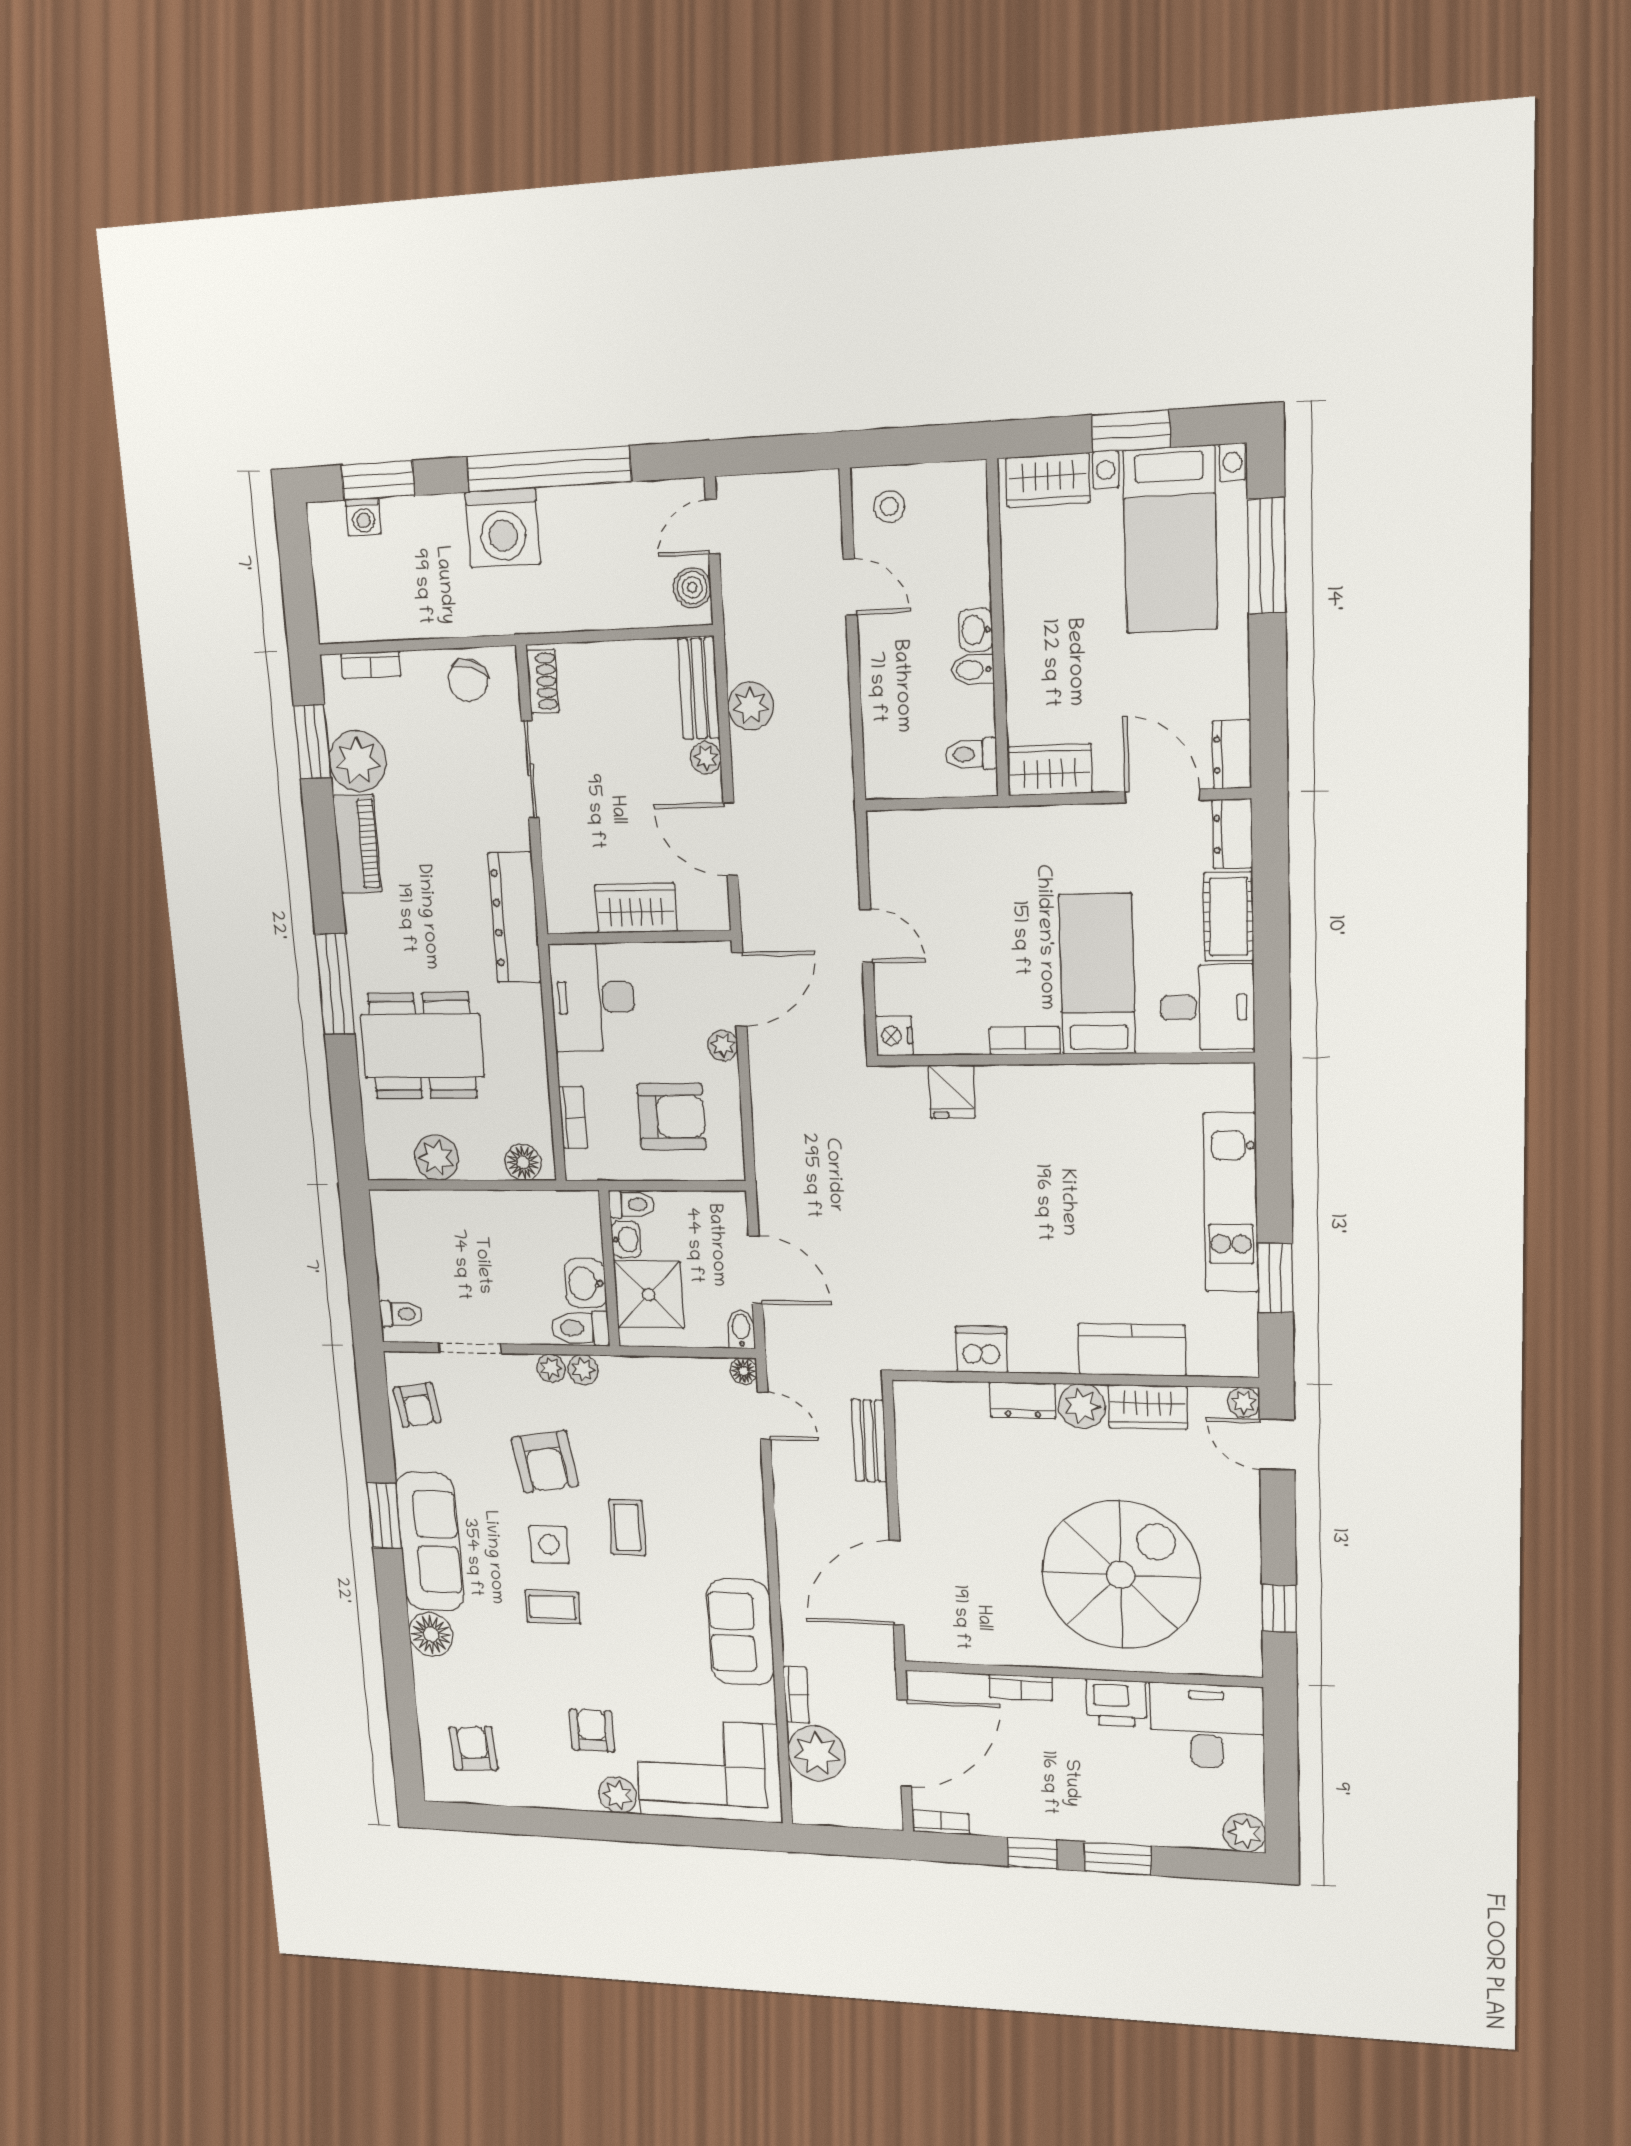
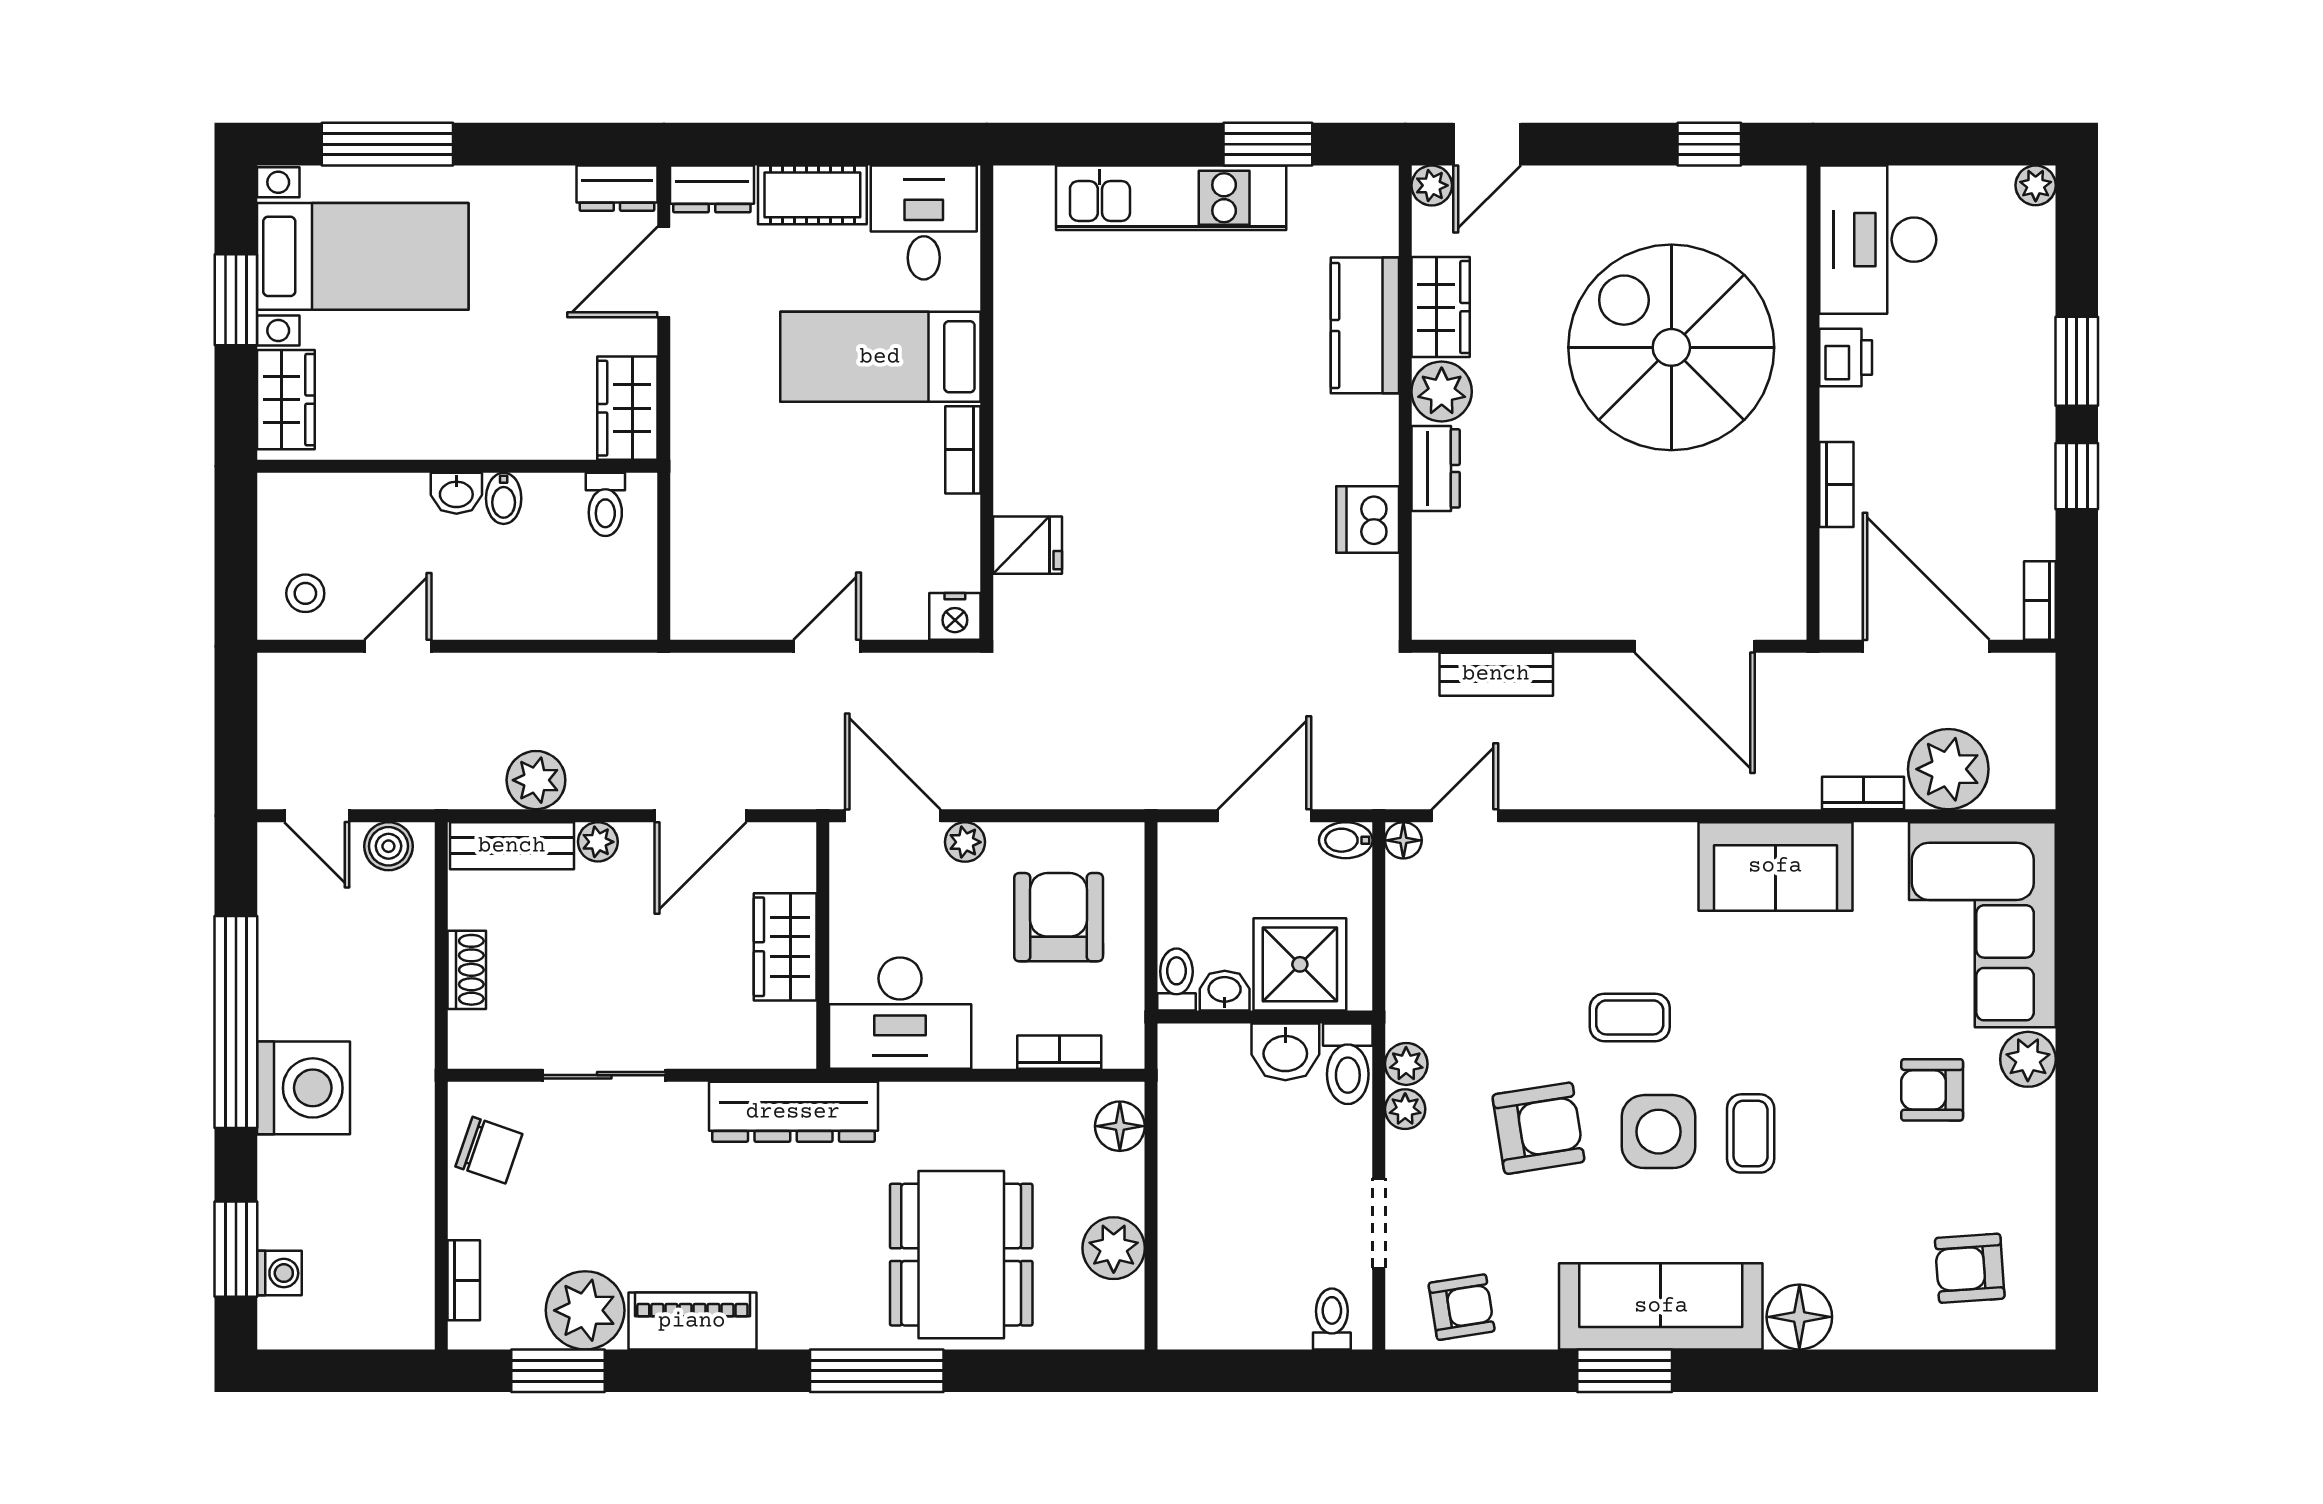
shoe rack: (543, 681) -> (467, 970), moved, turned 90
side table: (549, 1544) -> (1658, 1132), width x1.37, depth x1.37
printer: (1116, 1703) -> (1846, 358), width x0.73, depth x0.81
plant: (1244, 1833) -> (2036, 185), width x0.73, depth x0.73

